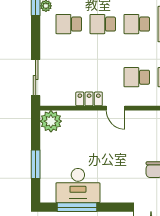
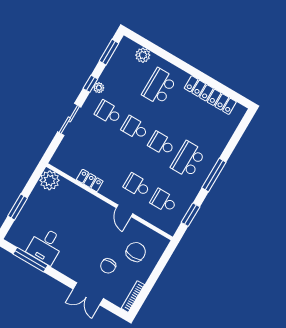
sliding door: (36, 78) -> (69, 119), moved
door: (116, 108) -> (125, 211), moved
desk: (78, 185) -> (46, 246), width x0.73

